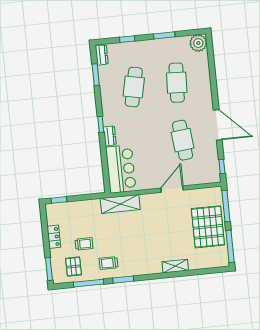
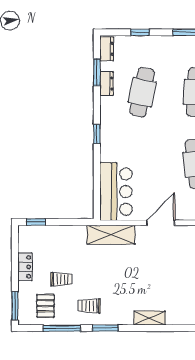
dresser: (110, 136) -> (107, 84), moved
door: (172, 189) -> (161, 223), moved
shelving: (175, 266) -> (150, 318), moved

